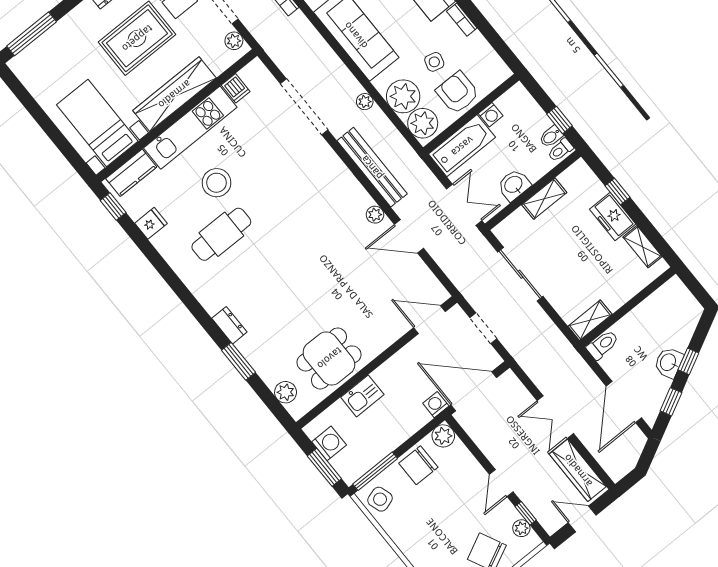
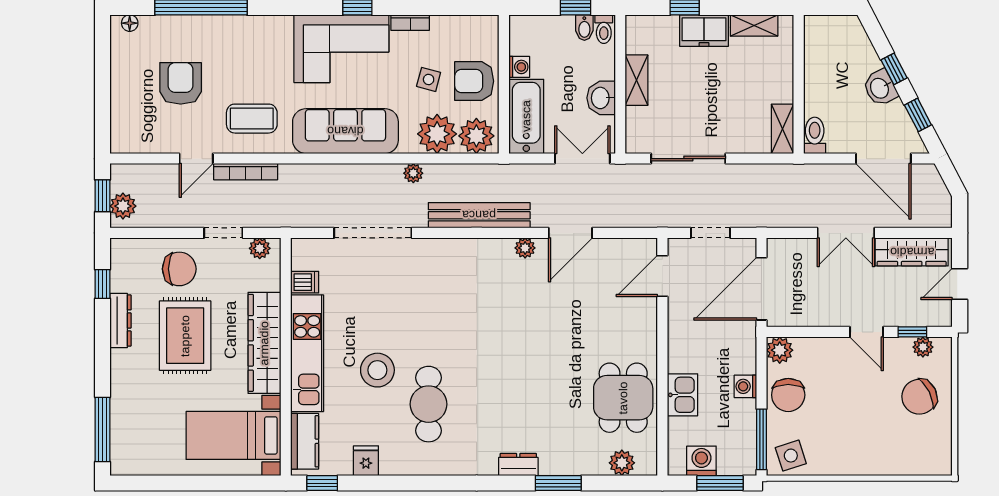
washing machine: (436, 405) -> (745, 386), moved

